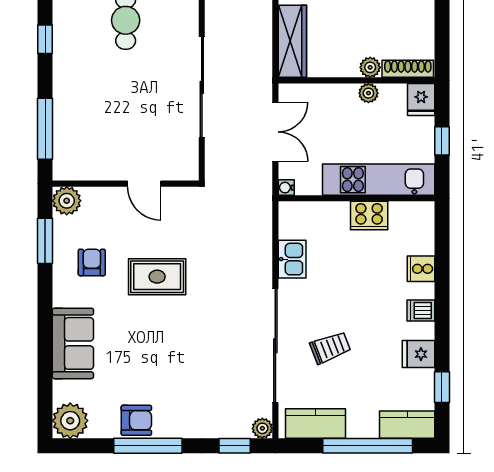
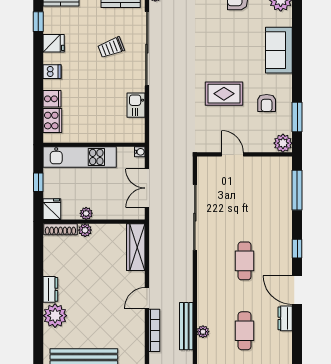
cooker: (369, 216) -> (52, 121), moved, turned 90

